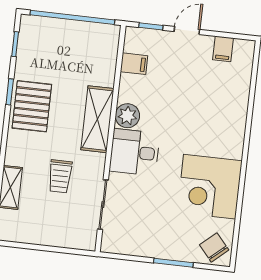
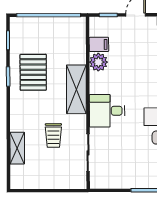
pallet: (32, 106) -> (33, 72), moved
plant: (127, 116) -> (98, 62), moved

